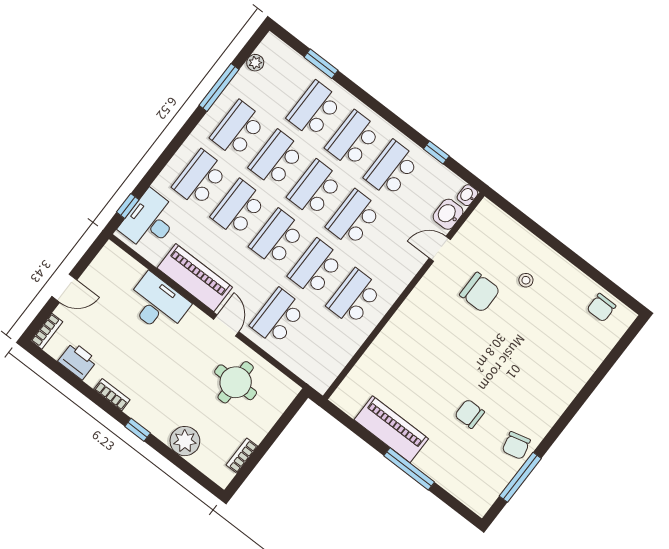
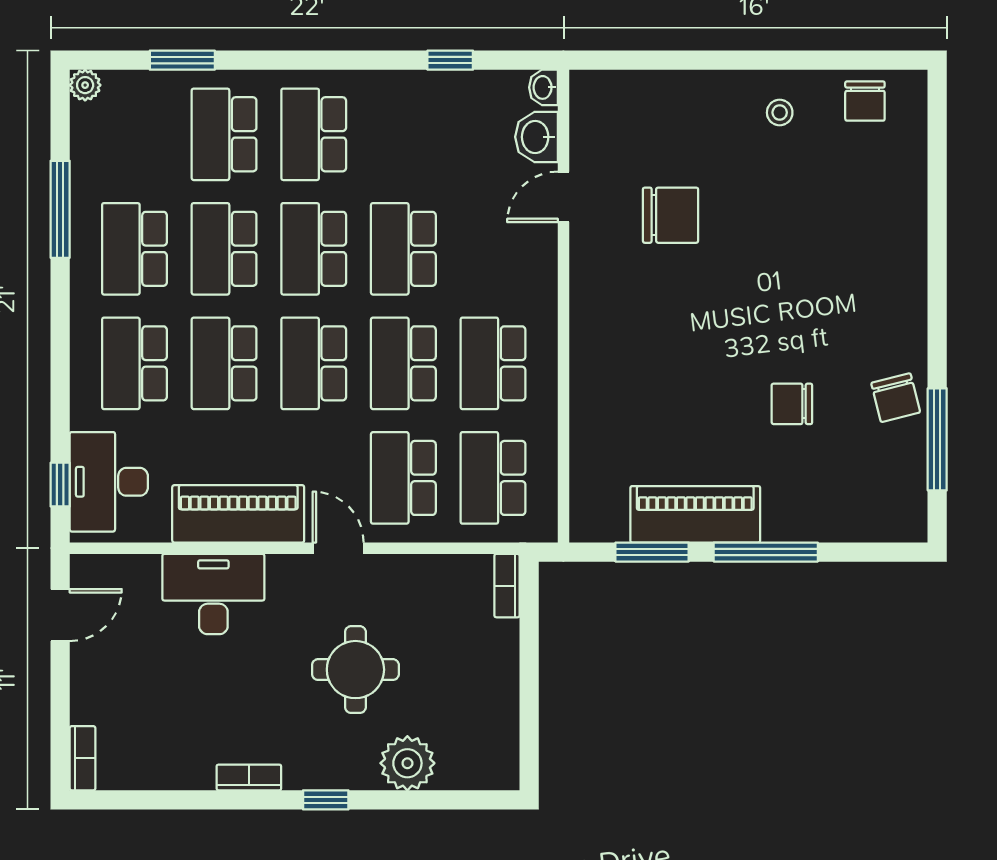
plant: (255, 63) -> (85, 85), moved
school desk: (392, 169) -> (493, 478), moved
stool: (526, 280) -> (780, 113), moved
door: (64, 288) -> (60, 615), moved
printer: (78, 361) -> (161, 767), removed
round table: (236, 382) -> (355, 670), moved
window: (360, 431) -> (652, 552), added
bookcase: (242, 456) -> (507, 586), moved

